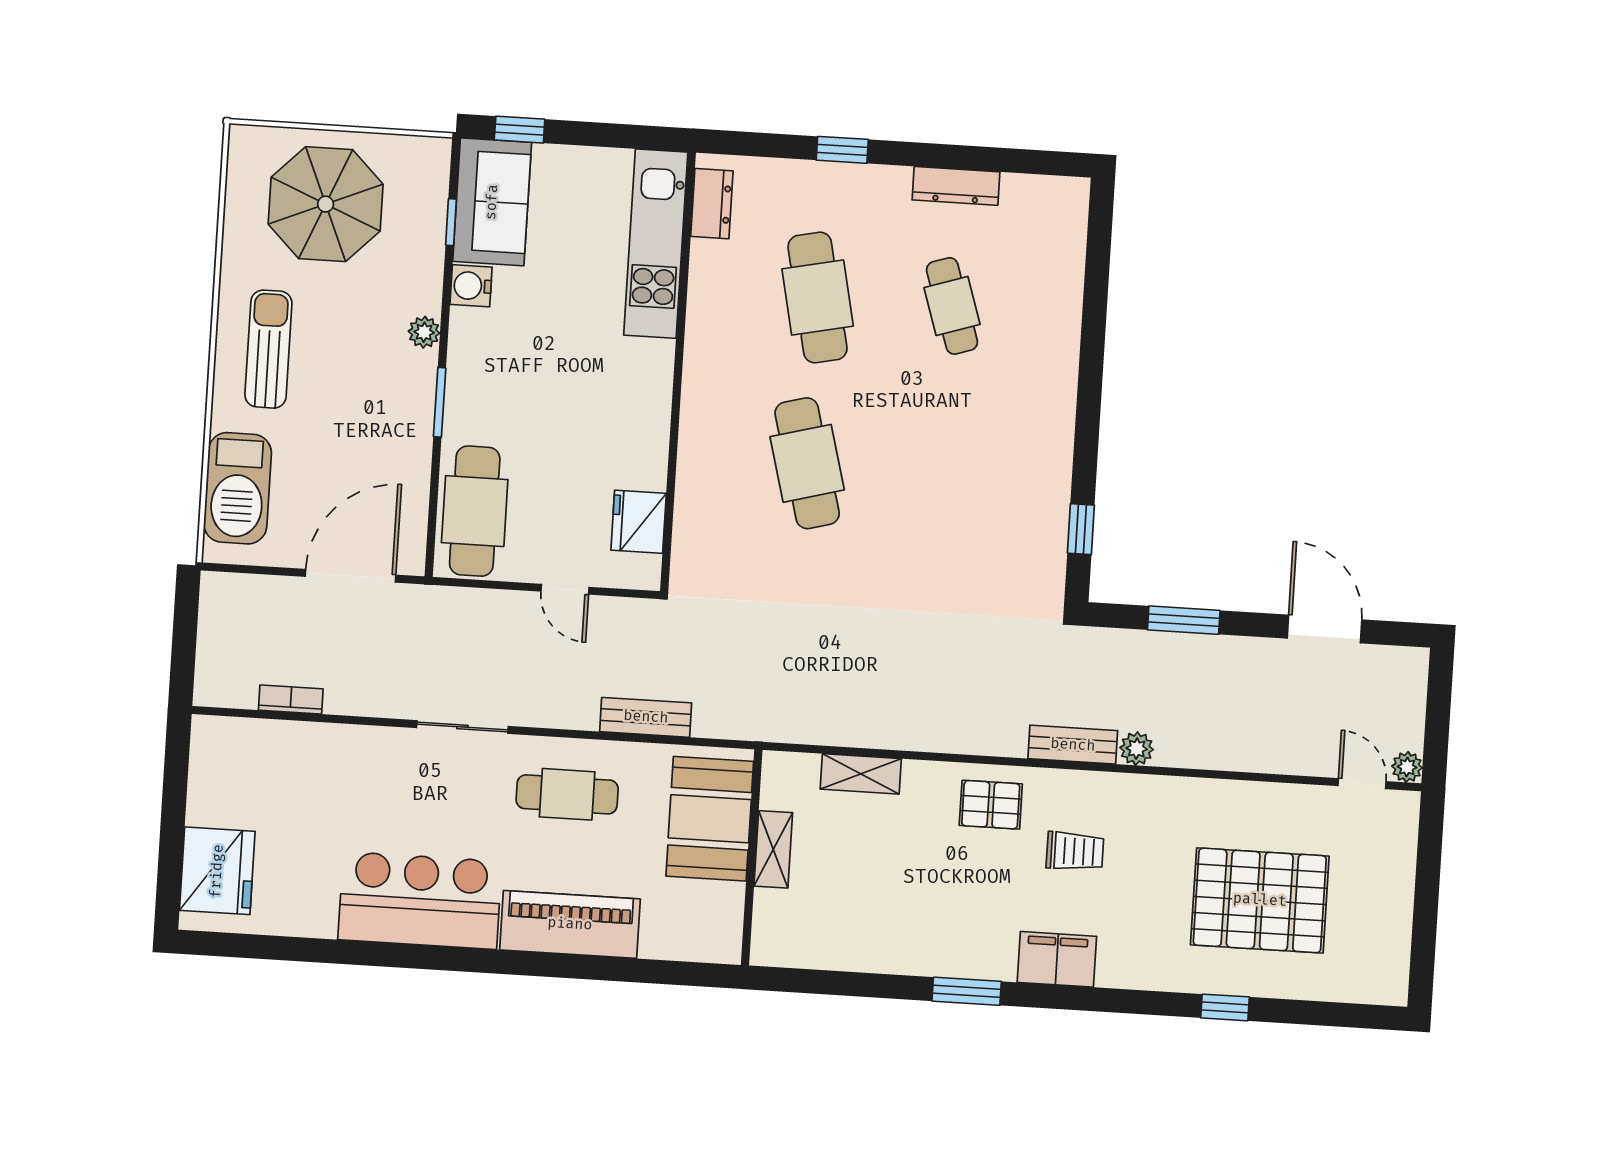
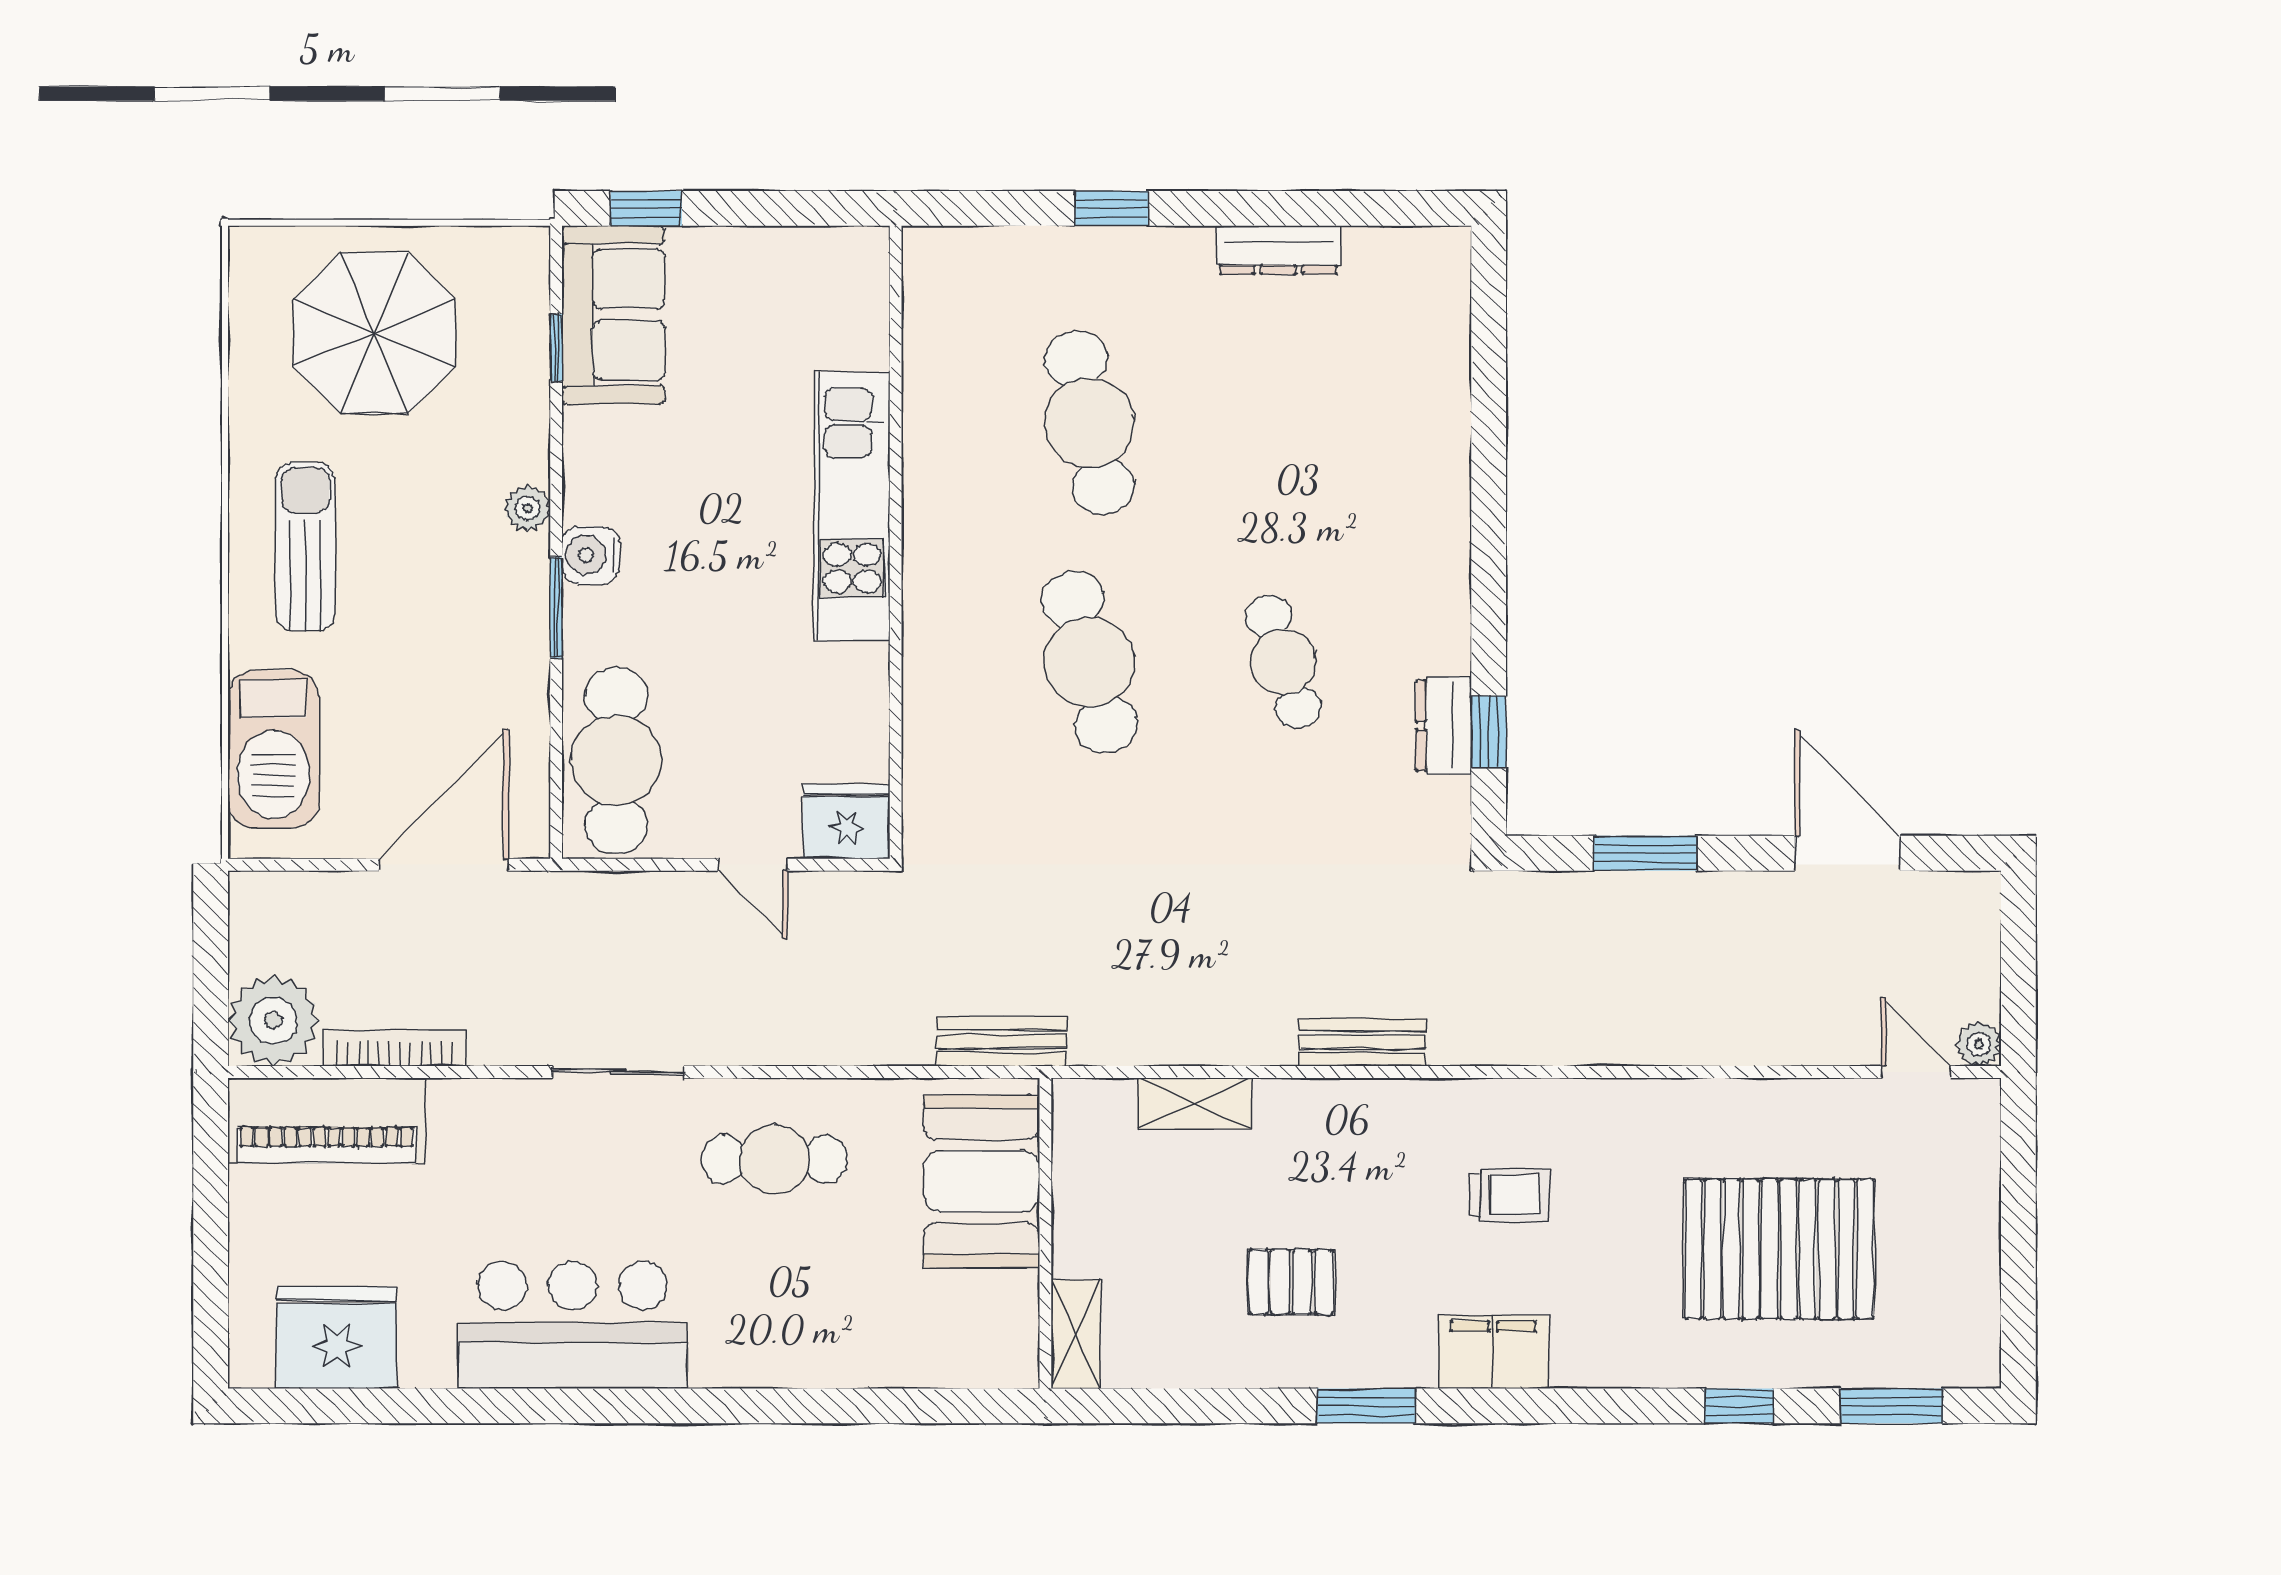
dresser: (712, 204) -> (1444, 726), moved, turned 180
kitchen unit: (656, 244) -> (852, 506), moved
water cooler: (471, 286) -> (591, 555), moved
cafe table: (952, 306) -> (1283, 662), moved
fridge: (639, 522) -> (847, 822), moved, turned 90
bookcase: (291, 700) -> (395, 1048), width x1.56
bench: (646, 717) -> (1002, 1041), moved
bench: (1073, 745) -> (1363, 1042), moved
plant: (1137, 749) -> (273, 1021), moved, width x1.87, depth x1.87
pallet: (991, 805) -> (1291, 1282), moved
shelving: (773, 849) -> (1076, 1334), moved
fridge: (217, 871) -> (337, 1338), moved, turned -90
piano: (570, 924) -> (327, 1121), moved, turned 180
window: (1331, 1014) -> (1892, 1406), added

